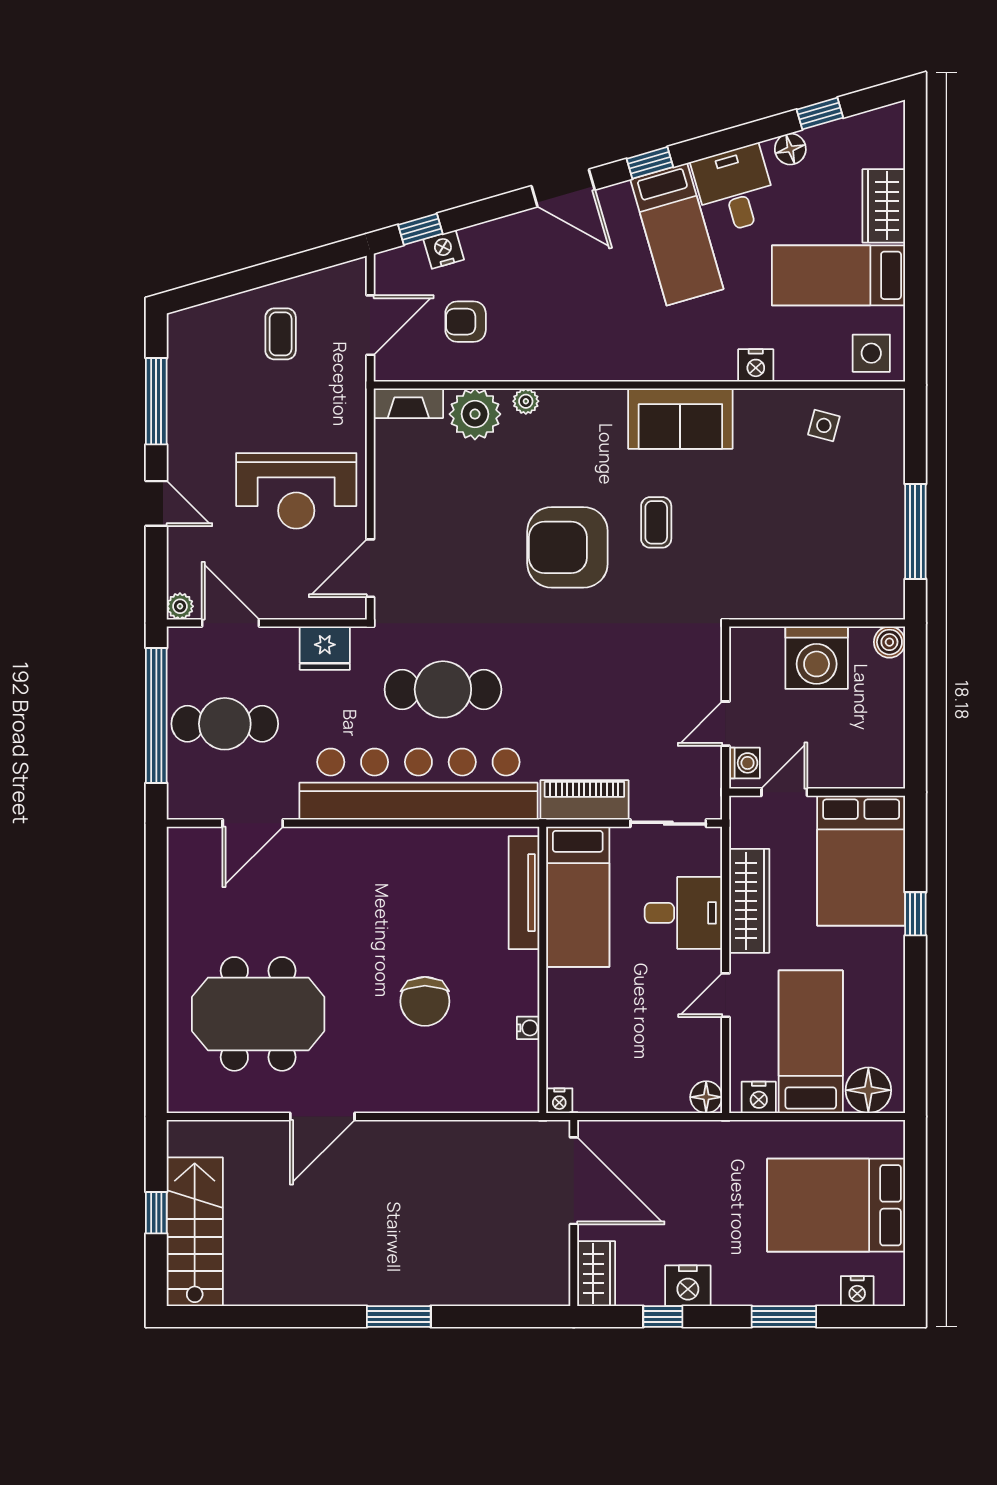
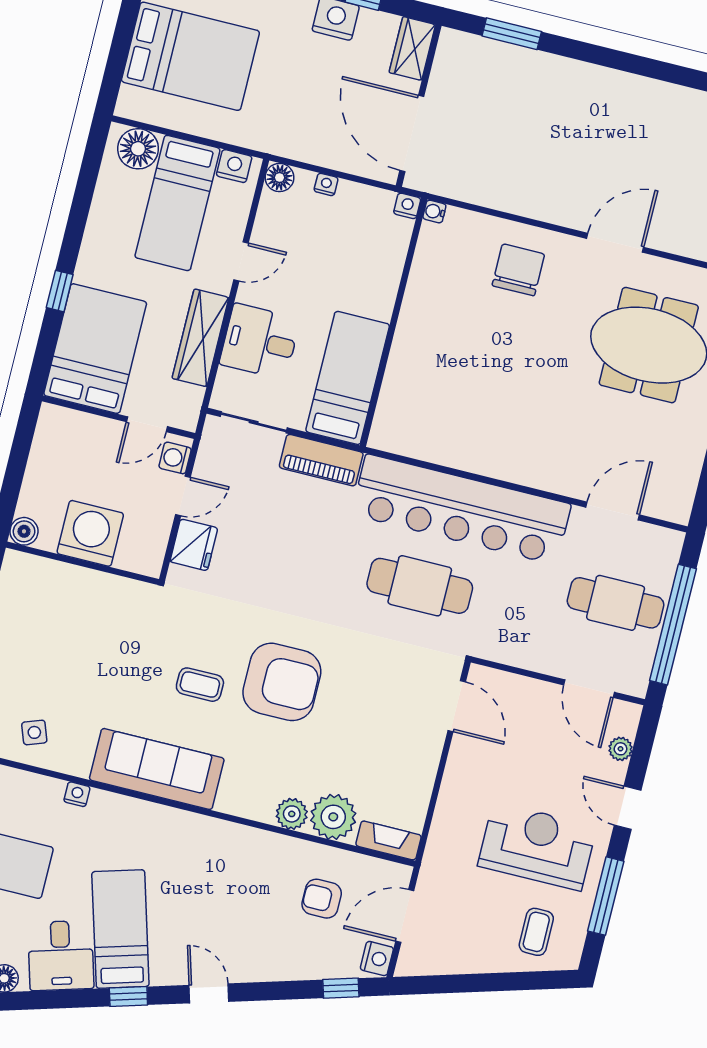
door: (563, 188) -> (209, 993), width x0.73
nightstand: (444, 249) -> (377, 959), moved, turned -74
armchair: (466, 322) -> (322, 899), turned 180
coffee table: (281, 334) -> (536, 932), moved
nightstand: (756, 365) -> (77, 794), width x0.72, depth x0.74
plant: (526, 401) -> (292, 814), width x1.38, depth x1.38
sofa: (680, 419) -> (157, 769), width x1.36
side table: (824, 425) -> (34, 732), turned -35
reception desk: (296, 491) -> (537, 846), moved
coffee table: (656, 522) -> (200, 685), turned 90
door: (370, 568) -> (457, 706), hinge flipped
plant: (180, 606) -> (620, 749), moved
fridge: (325, 648) -> (194, 545), moved, turned 90
tv unit: (524, 893) -> (393, 393), removed
chair: (425, 1001) -> (518, 270), moved
water cooler: (528, 1028) -> (434, 211), moved
nightstand: (654, 1102) -> (326, 184), added
window: (399, 1317) -> (512, 34), moved

